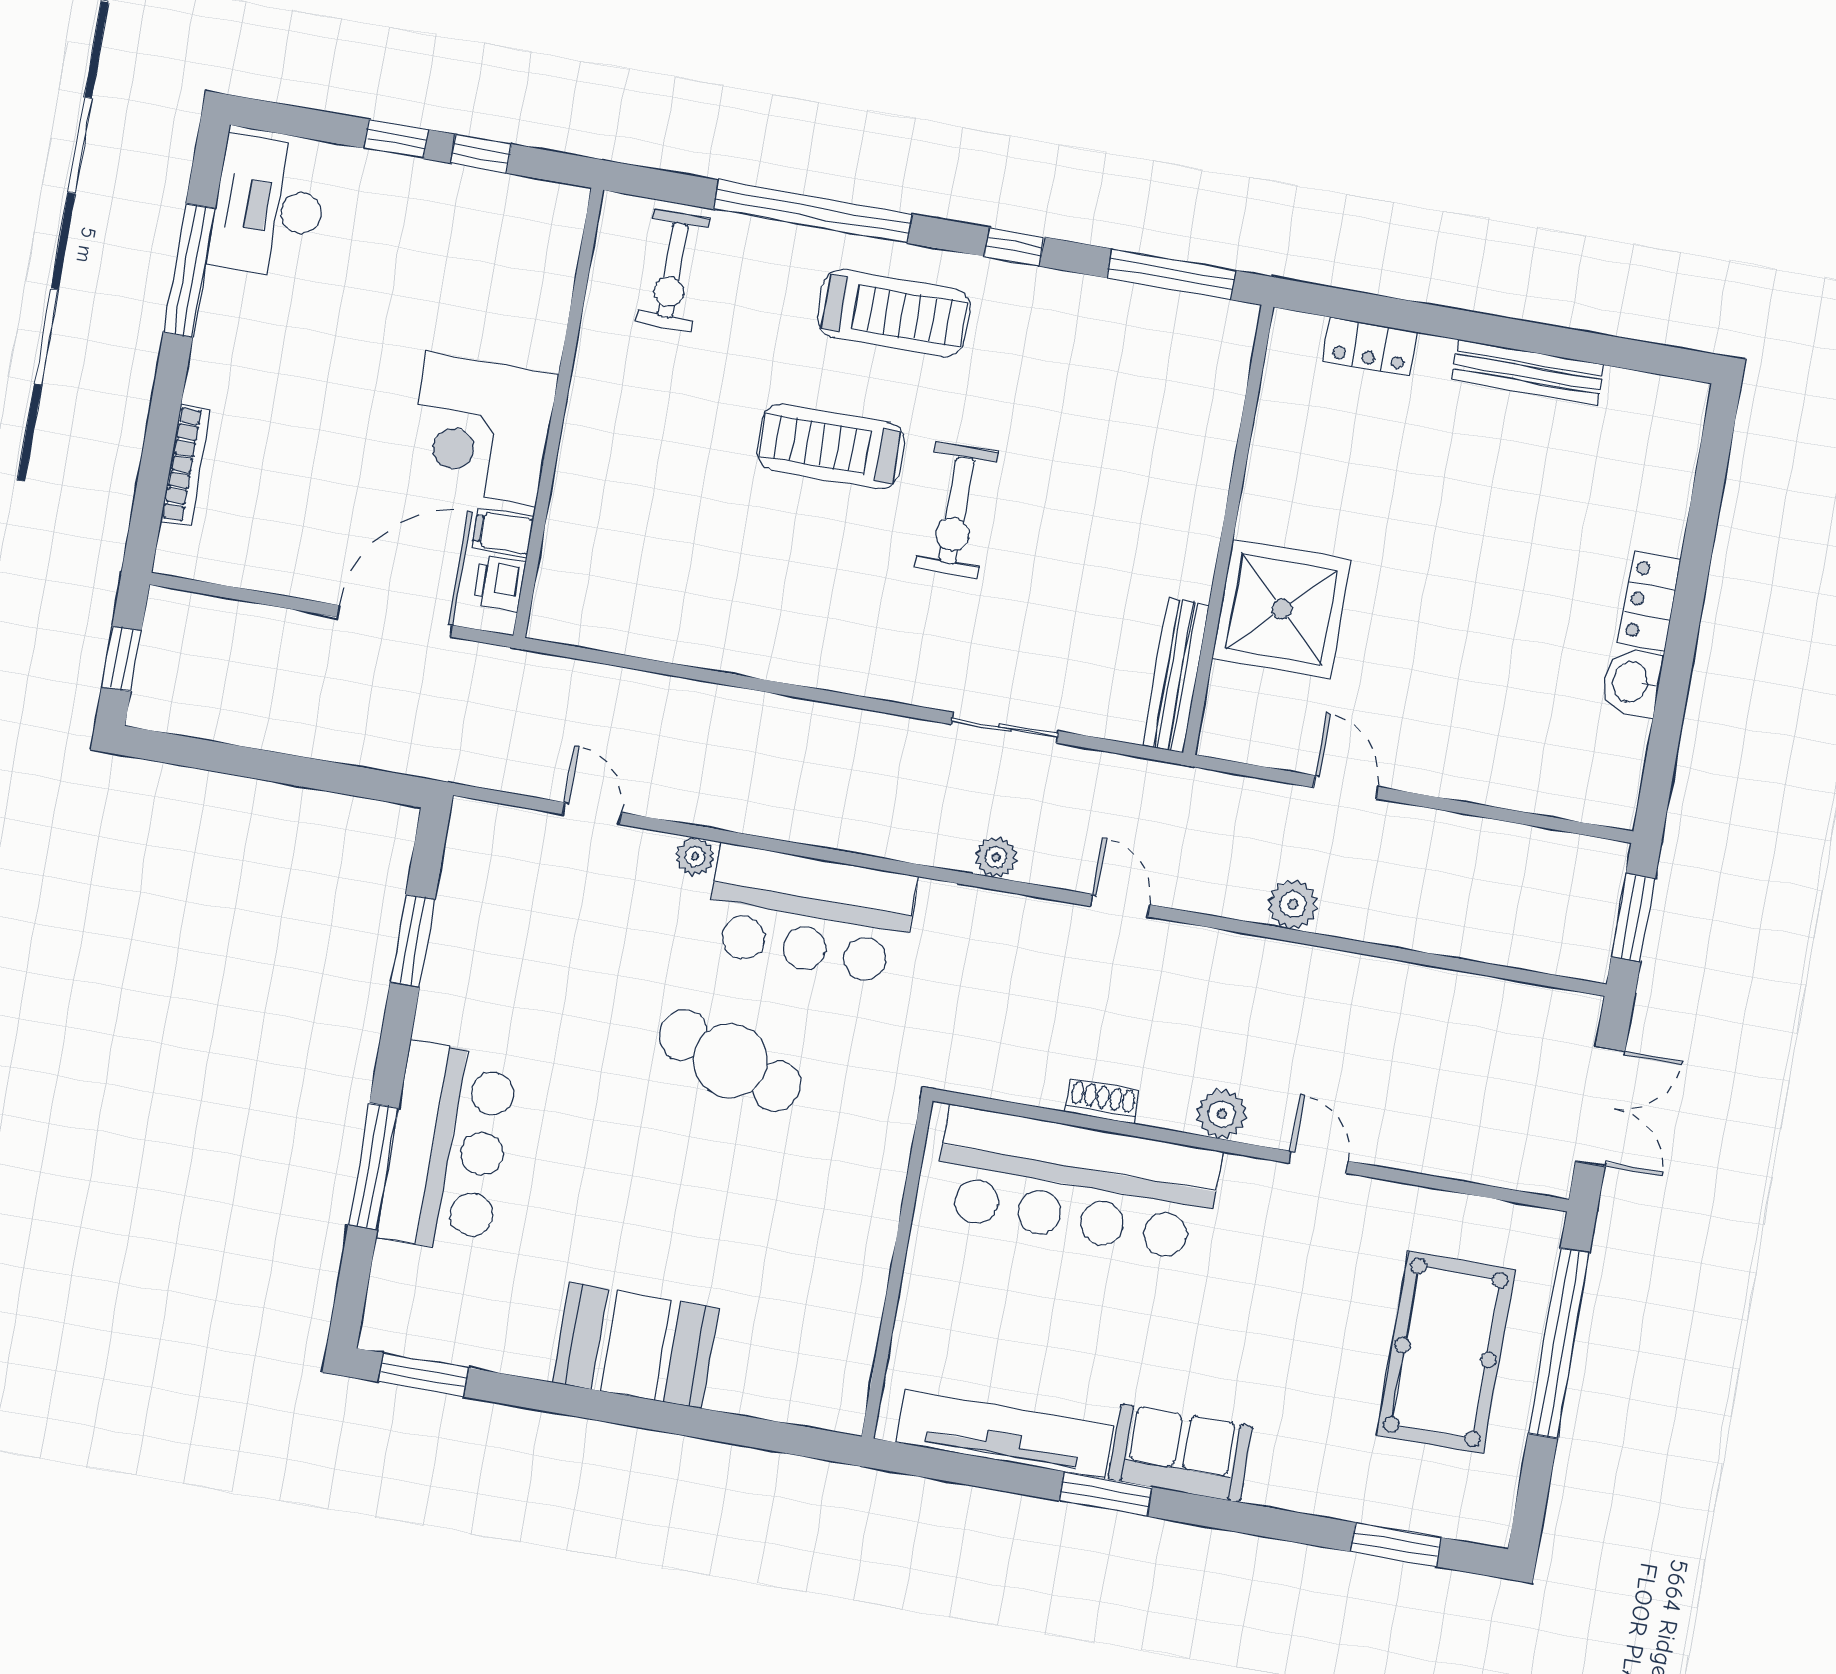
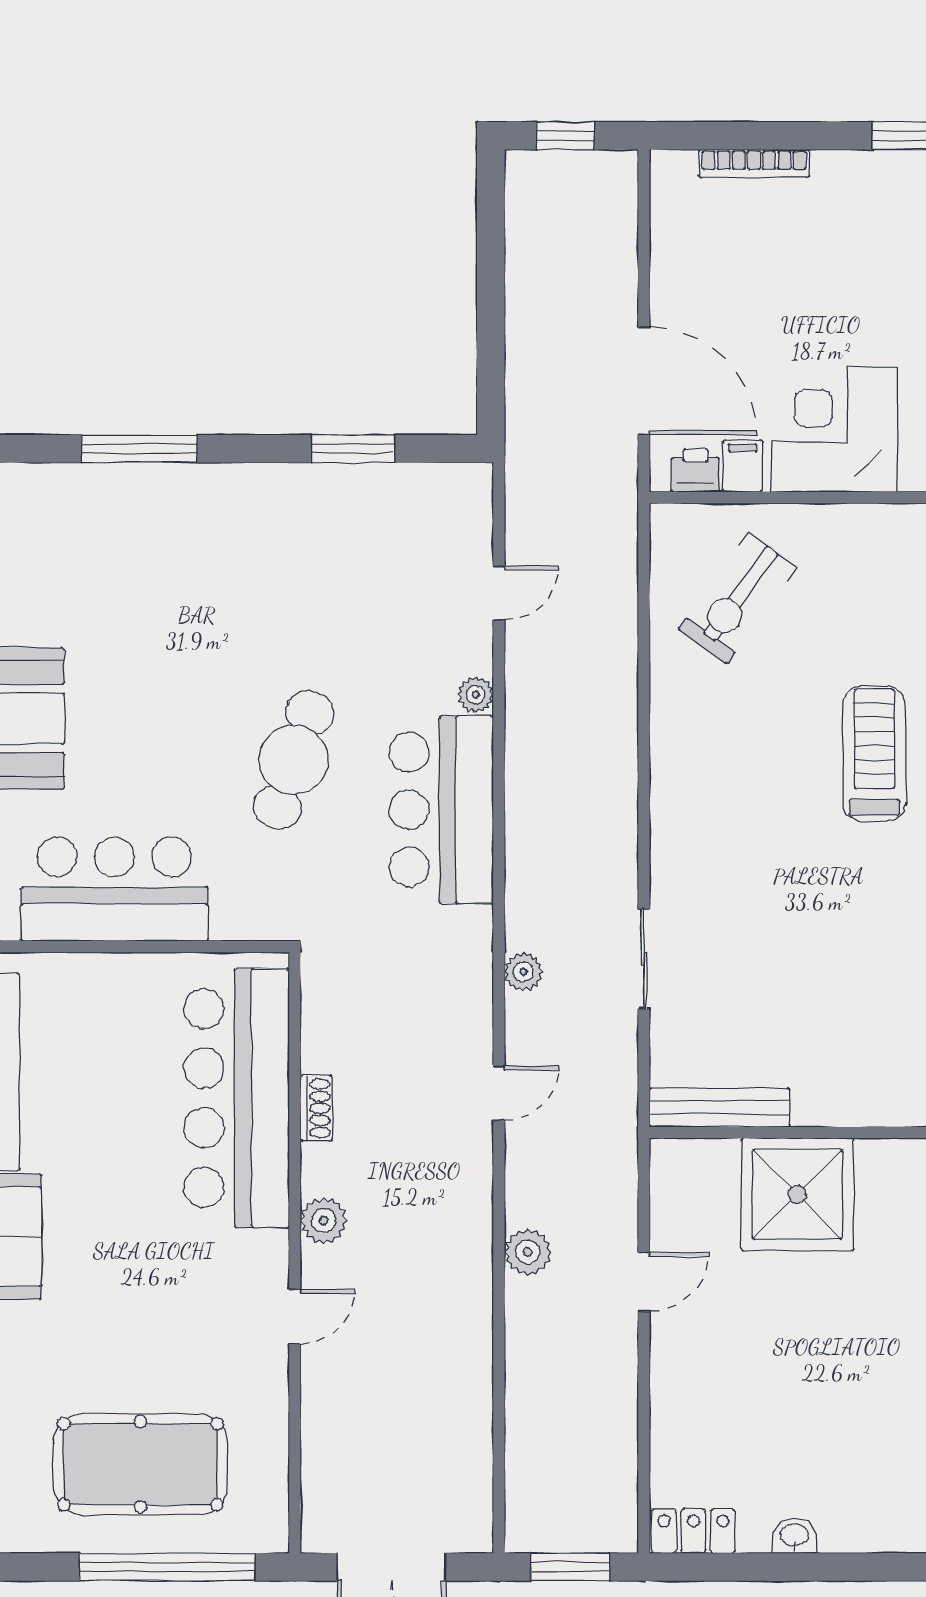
exercise bike: (957, 510) -> (737, 598), moved, turned -54
locker: (1649, 601) -> (693, 1531), moved
washbasin: (1632, 682) -> (795, 1536), width x0.72, depth x0.69
bar counter: (448, 1148) -> (114, 889), moved, turned 180

